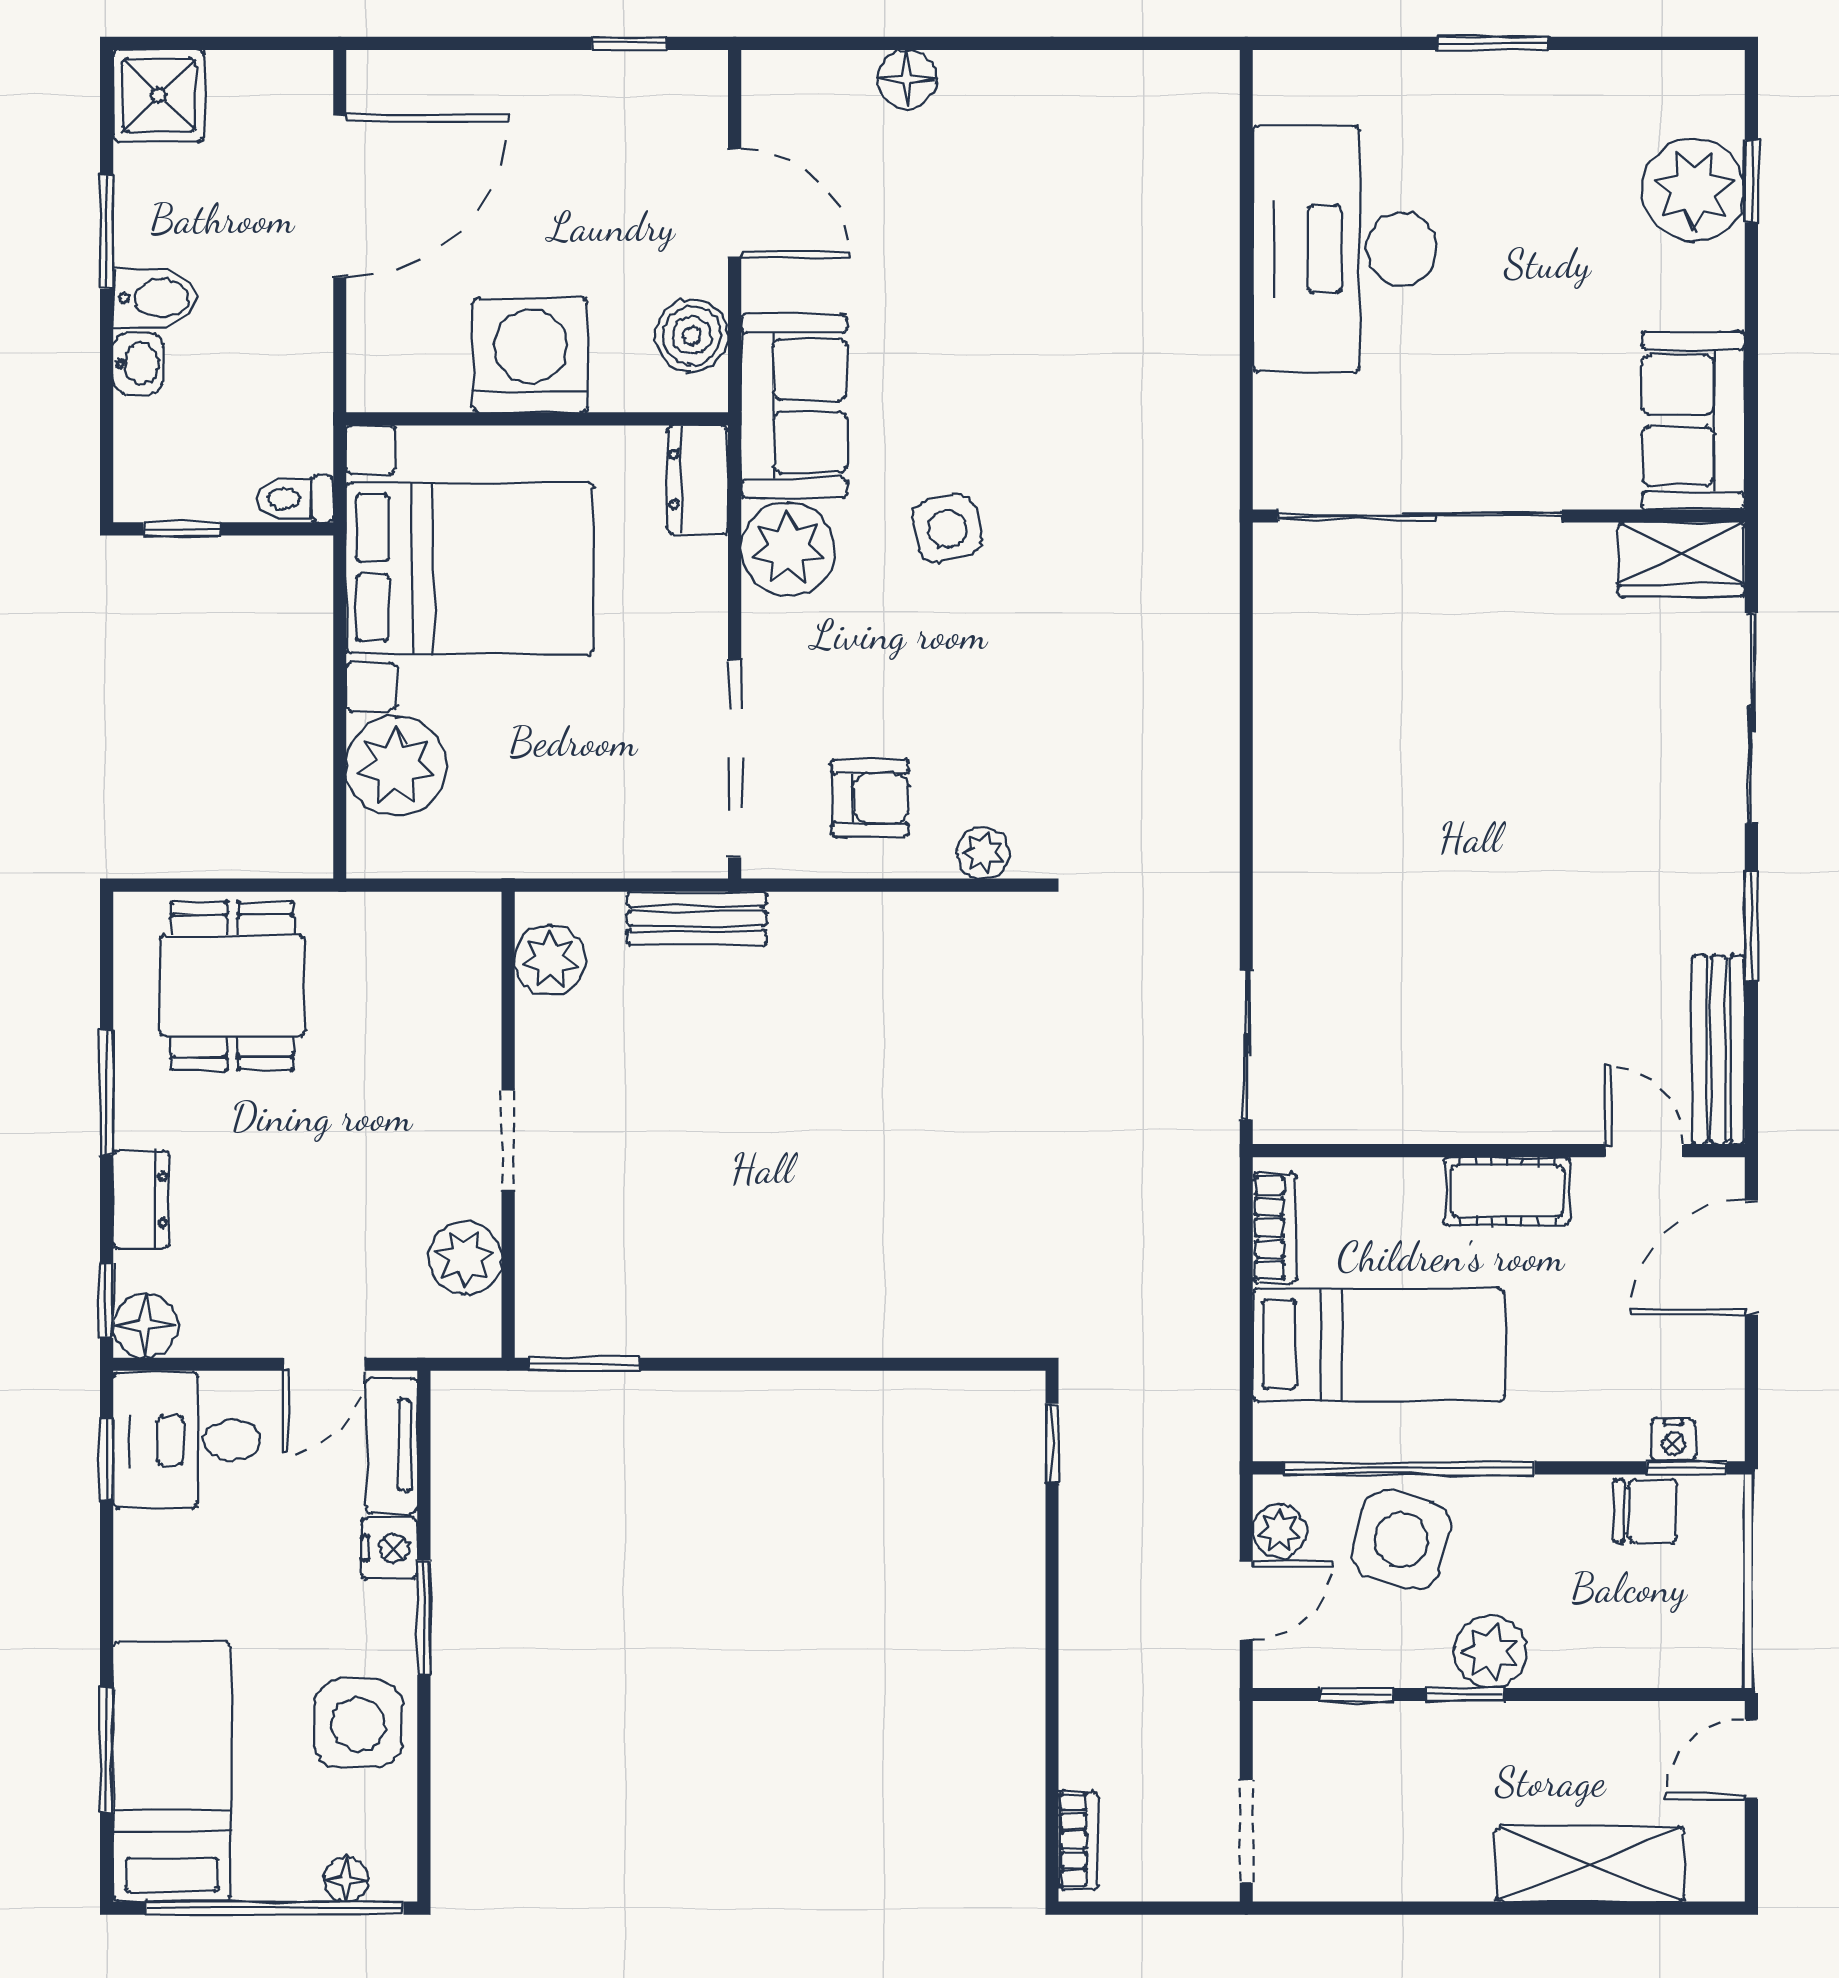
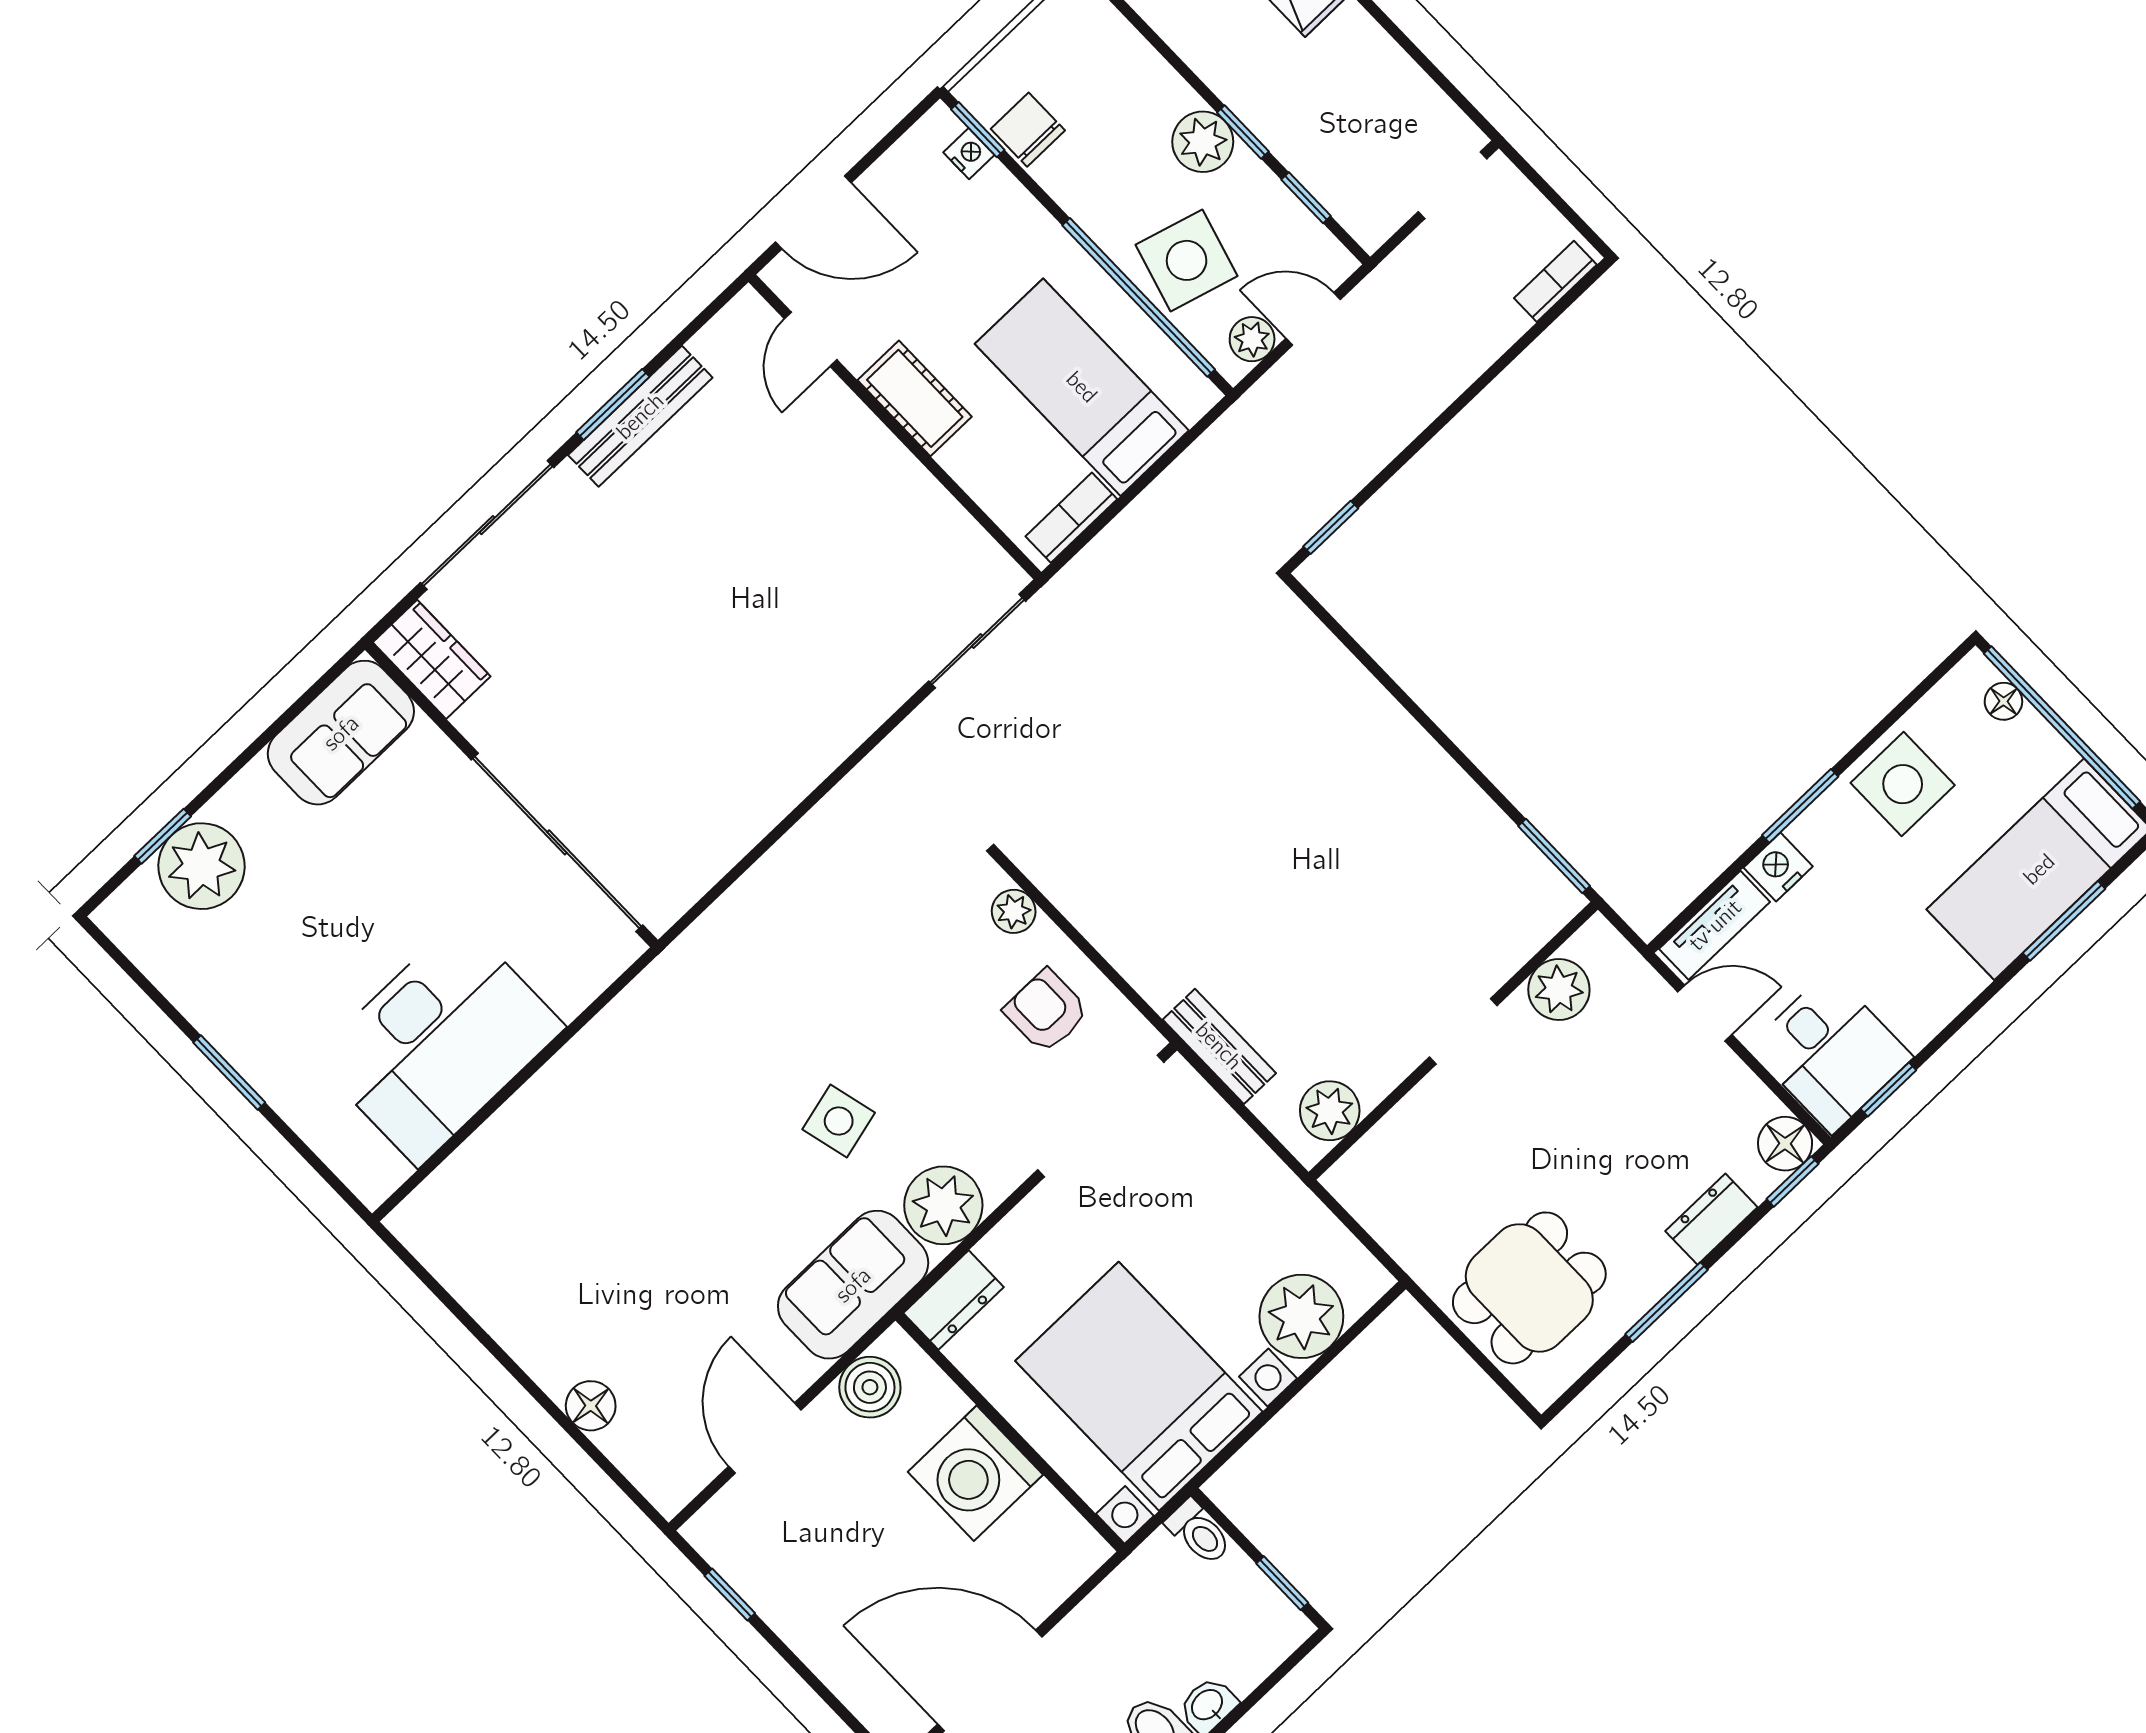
bench: (1718, 1050) -> (640, 416), moved

